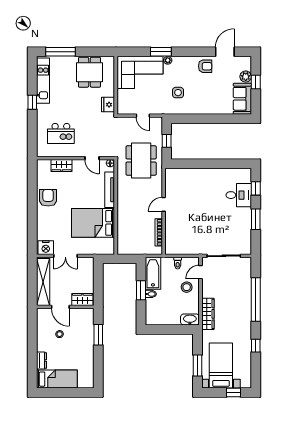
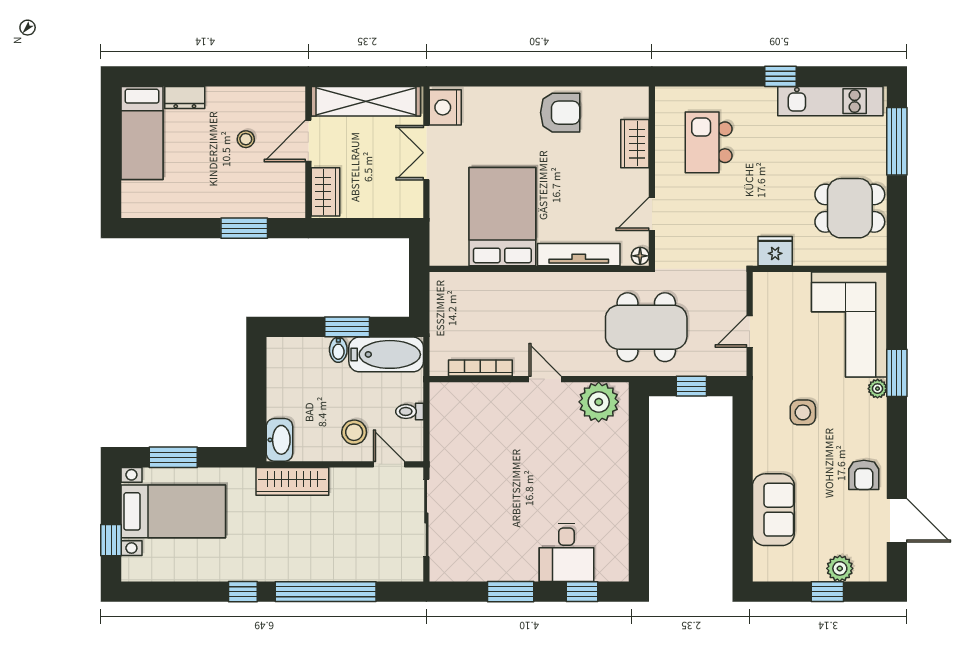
sofa: (242, 99) -> (773, 510), moved, turned 90
plant: (174, 181) -> (599, 402), added
window: (256, 346) -> (243, 592), moved

